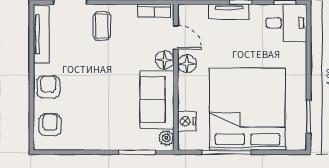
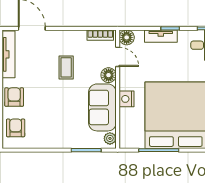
coffee table: (102, 26) -> (66, 67), moved
floor lamp: (187, 64) -> (127, 37), moved
nightstand: (187, 121) -> (126, 99), moved

